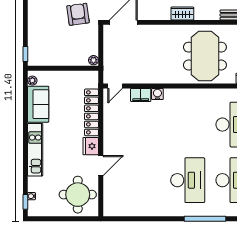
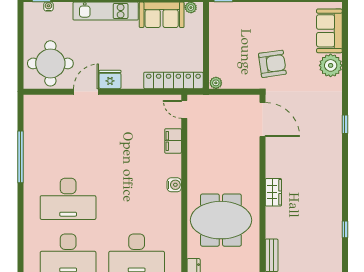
water cooler: (157, 94) -> (174, 185), moved
locker: (91, 112) -> (173, 80), moved
door: (101, 166) -> (86, 92), swing flipped
window: (205, 219) -> (21, 157), moved

